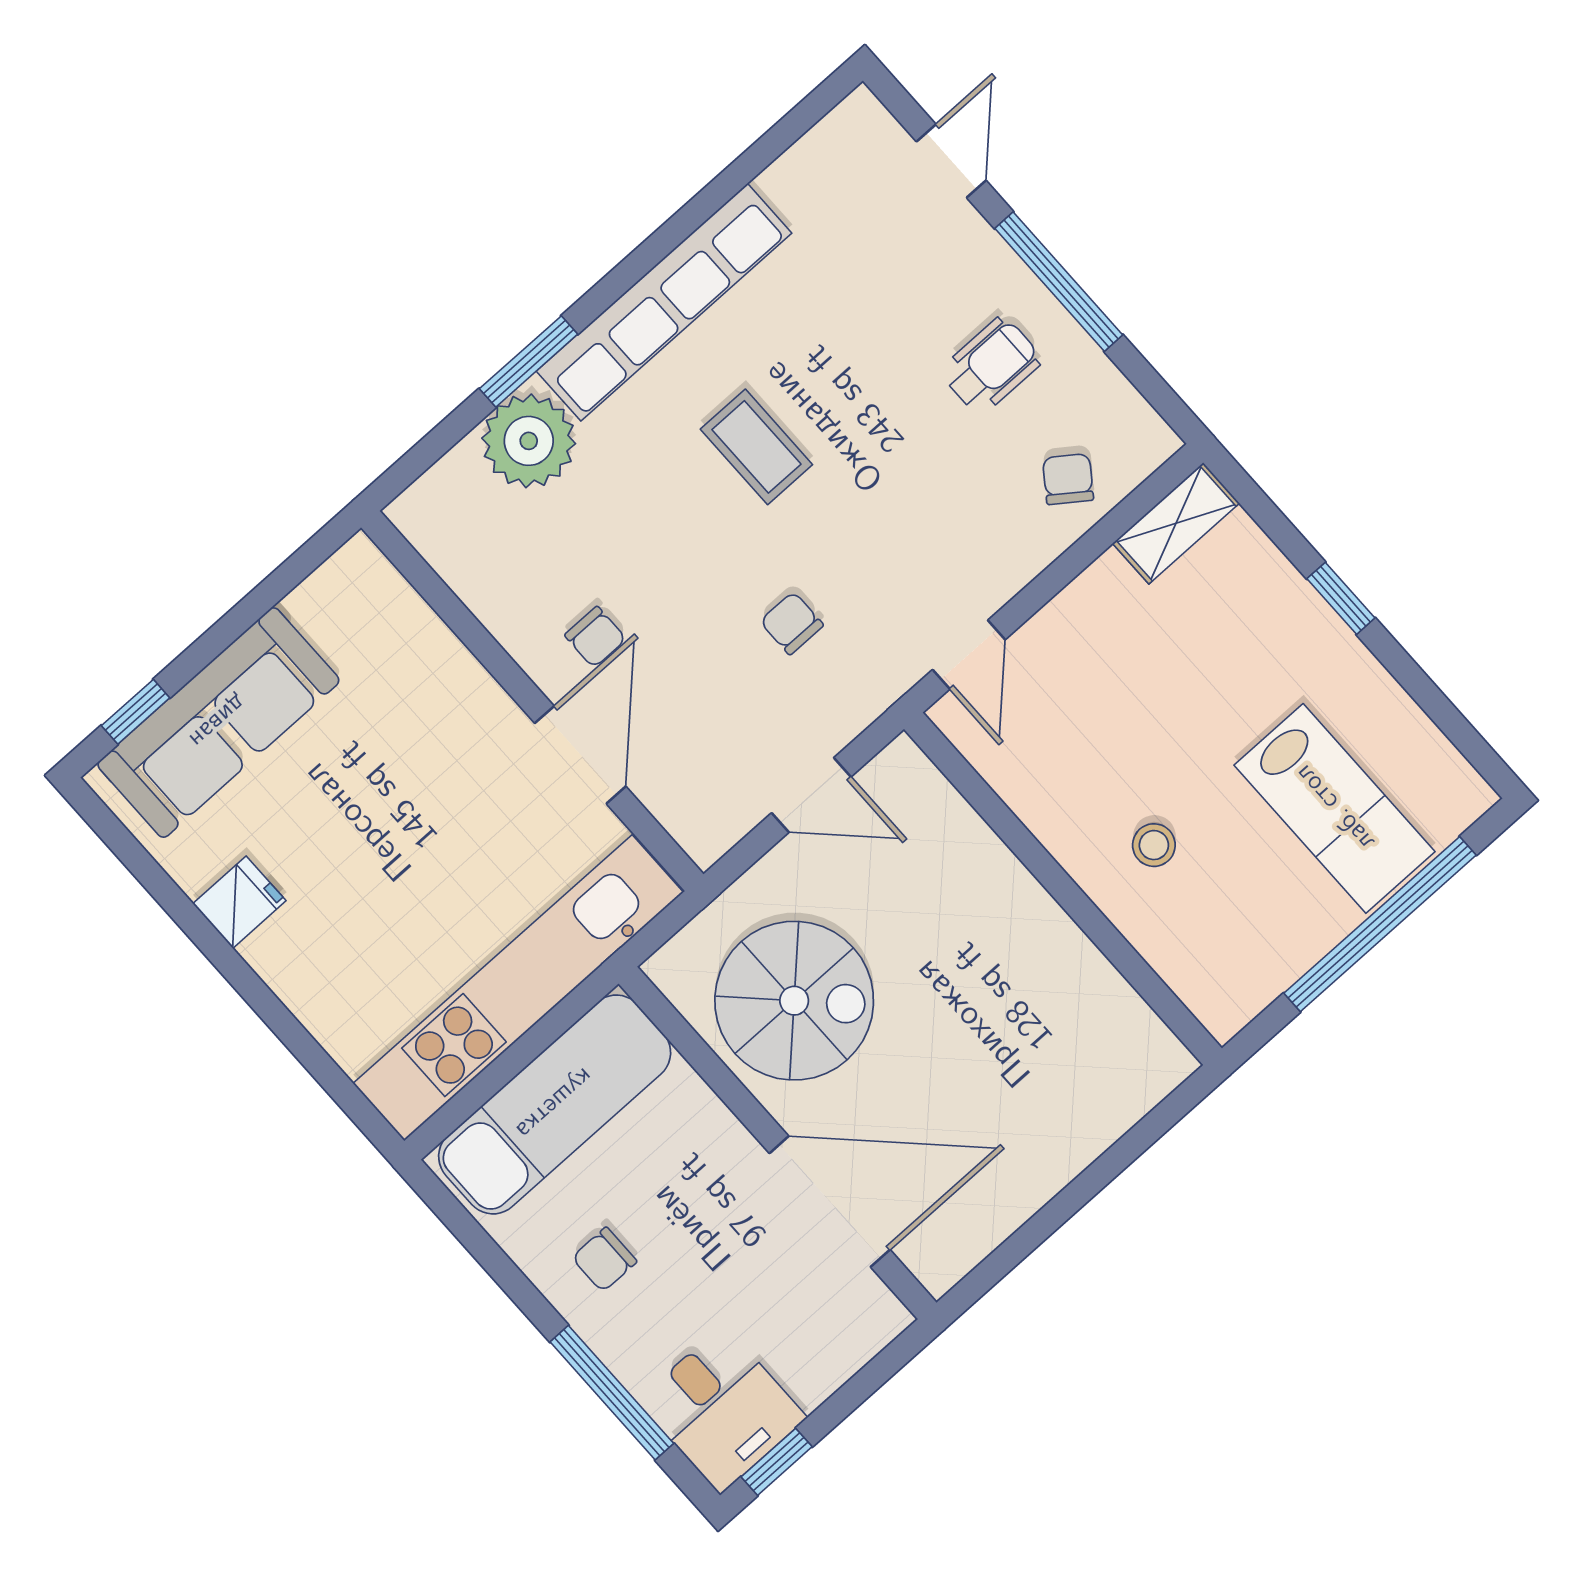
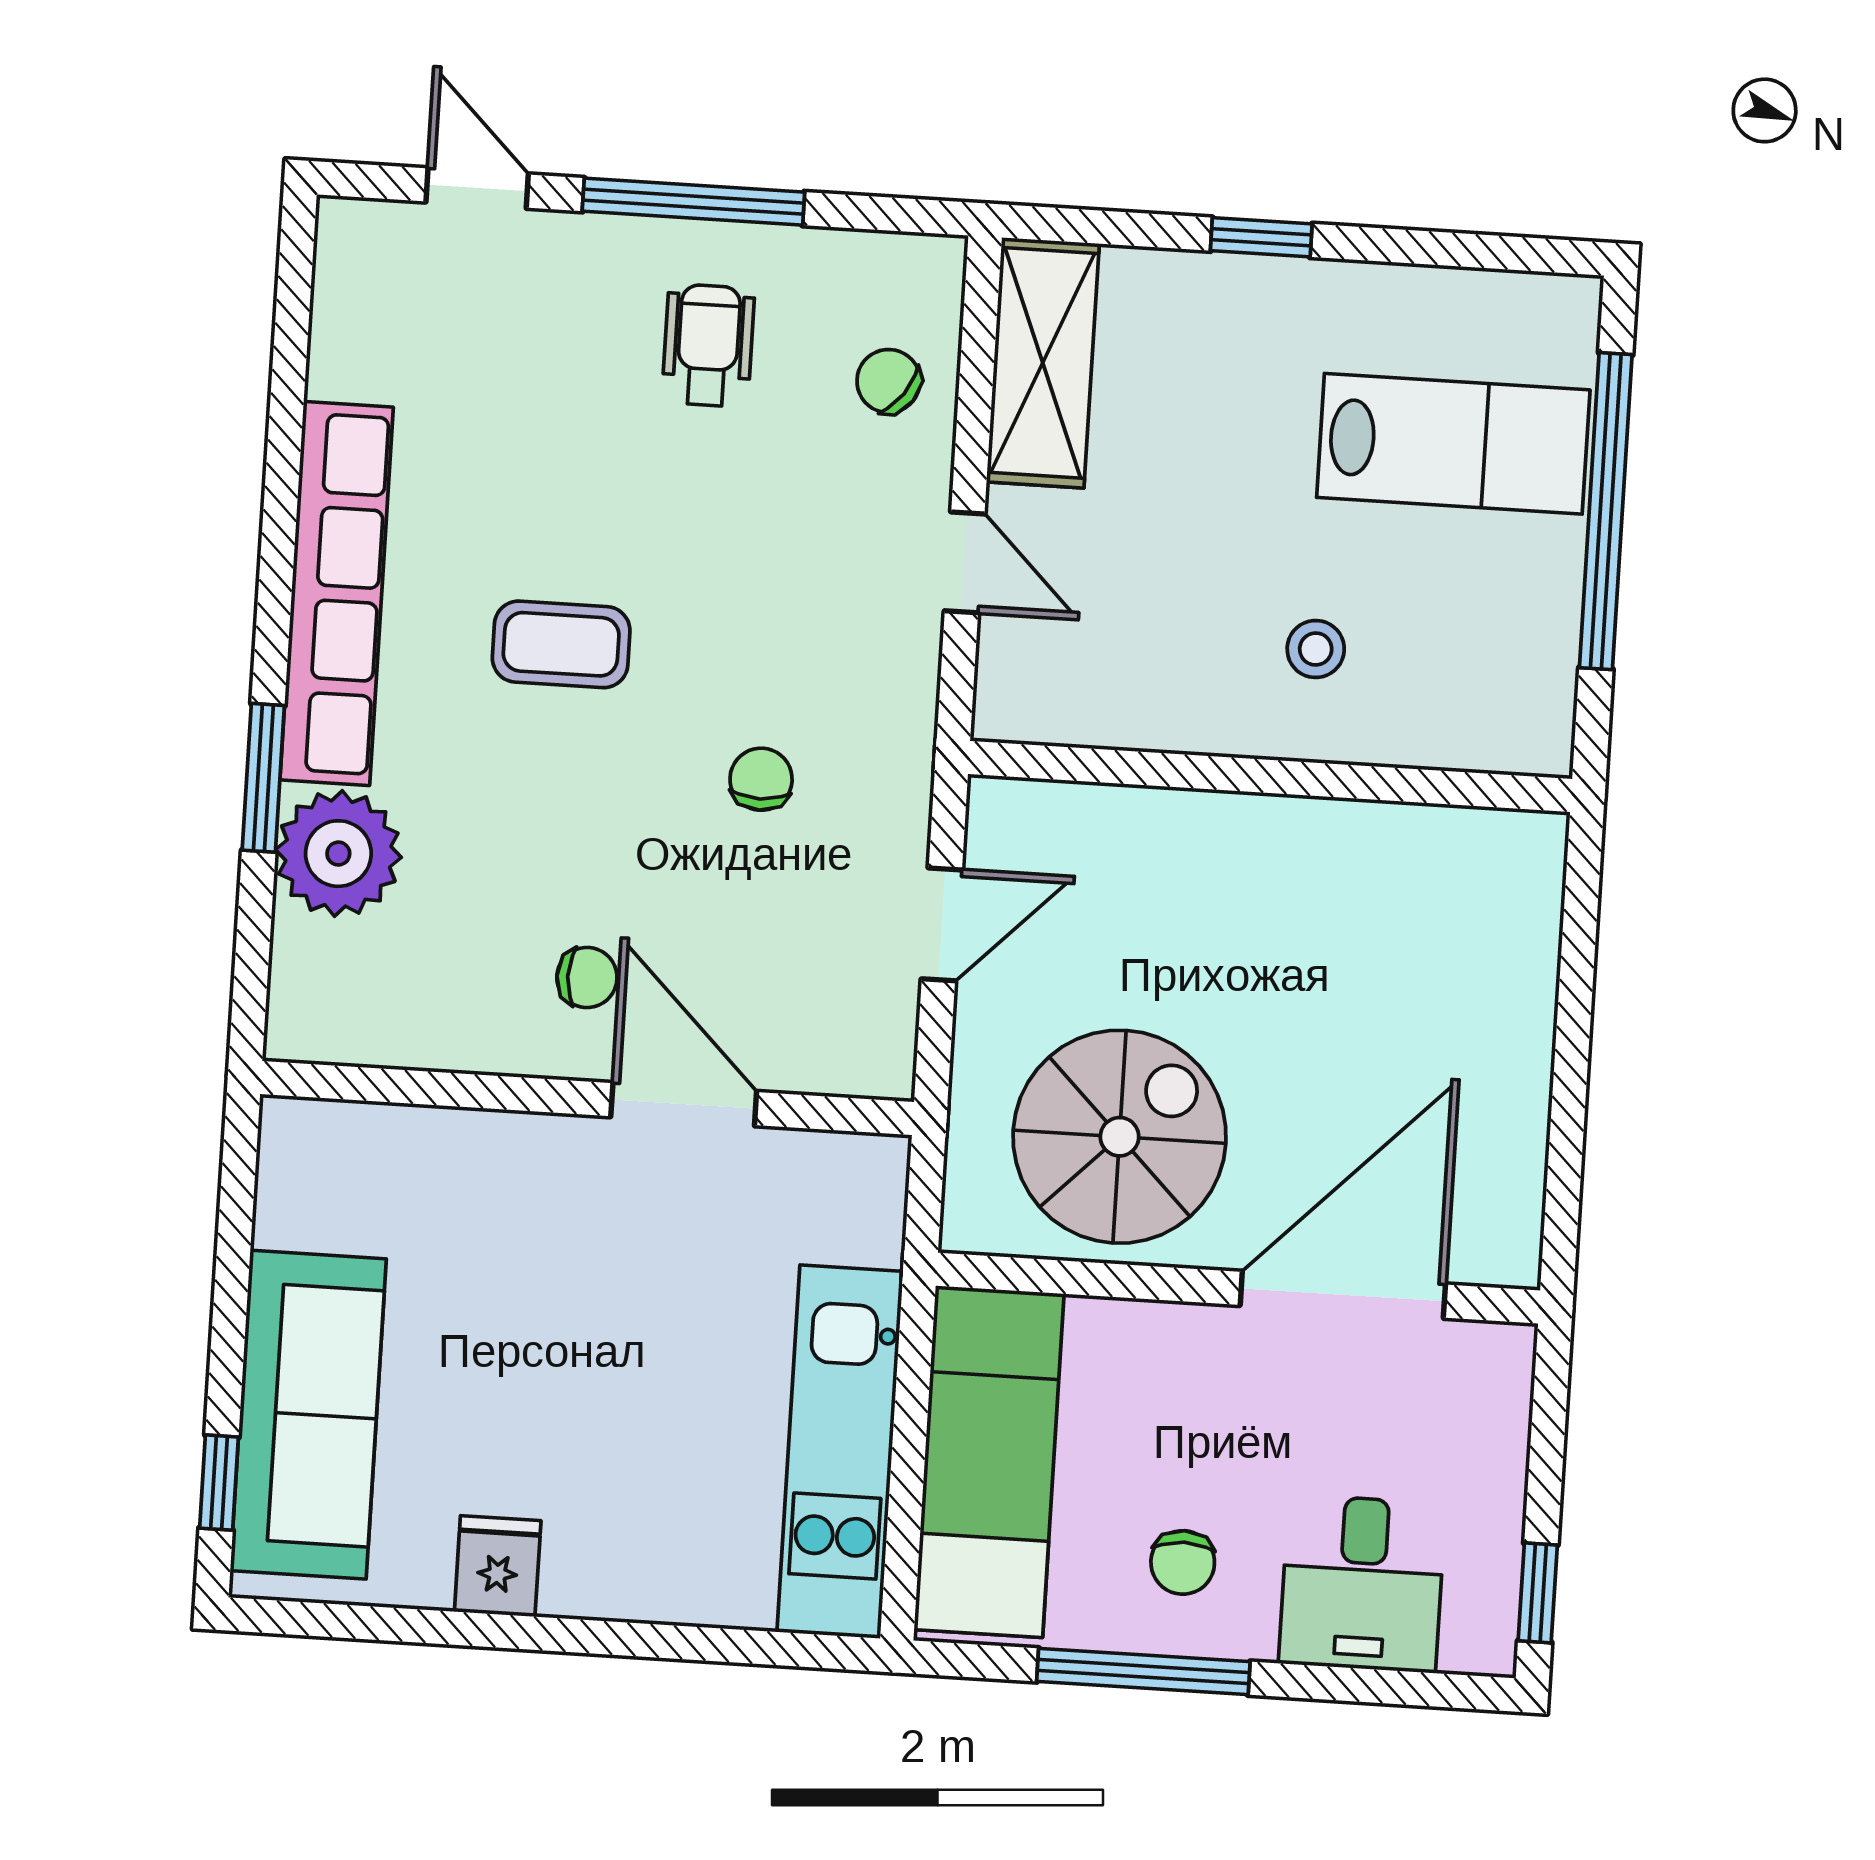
shelving: (1176, 523) -> (1043, 363), width x1.50, depth x1.33
chair: (792, 623) -> (761, 779), turned 90
door: (969, 655) -> (965, 562), moved
kitchen unit: (518, 988) -> (840, 1452), width x0.73
window: (612, 1393) -> (1143, 1672), moved
desk: (722, 1409) -> (1362, 1584), moved, turned 90

